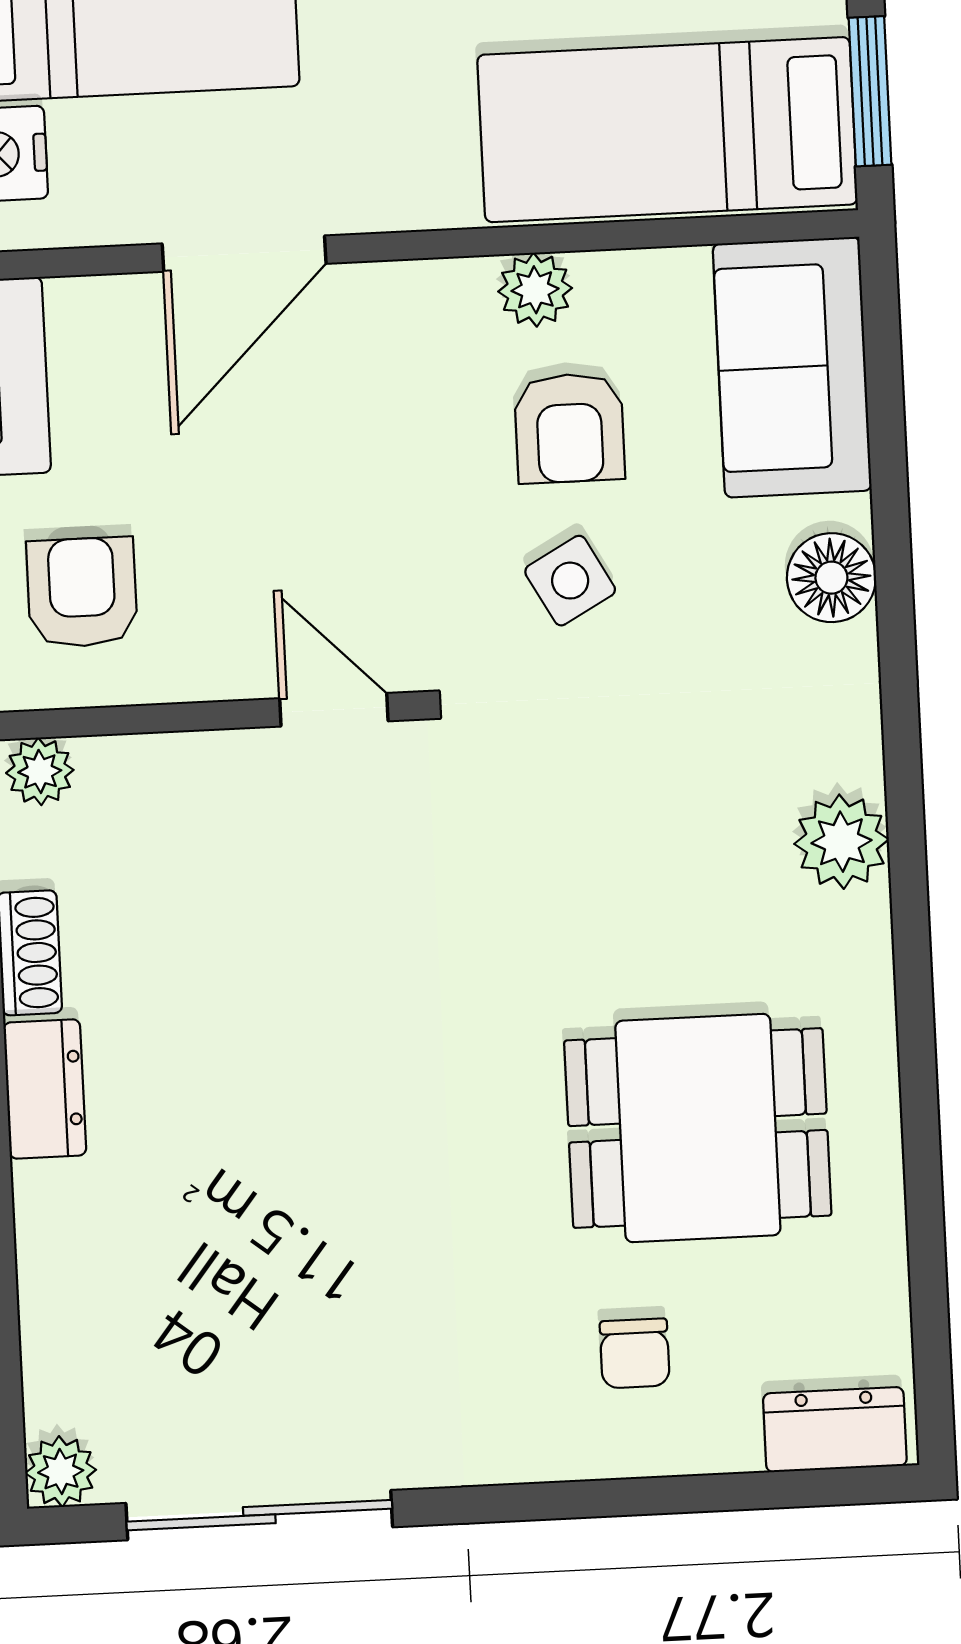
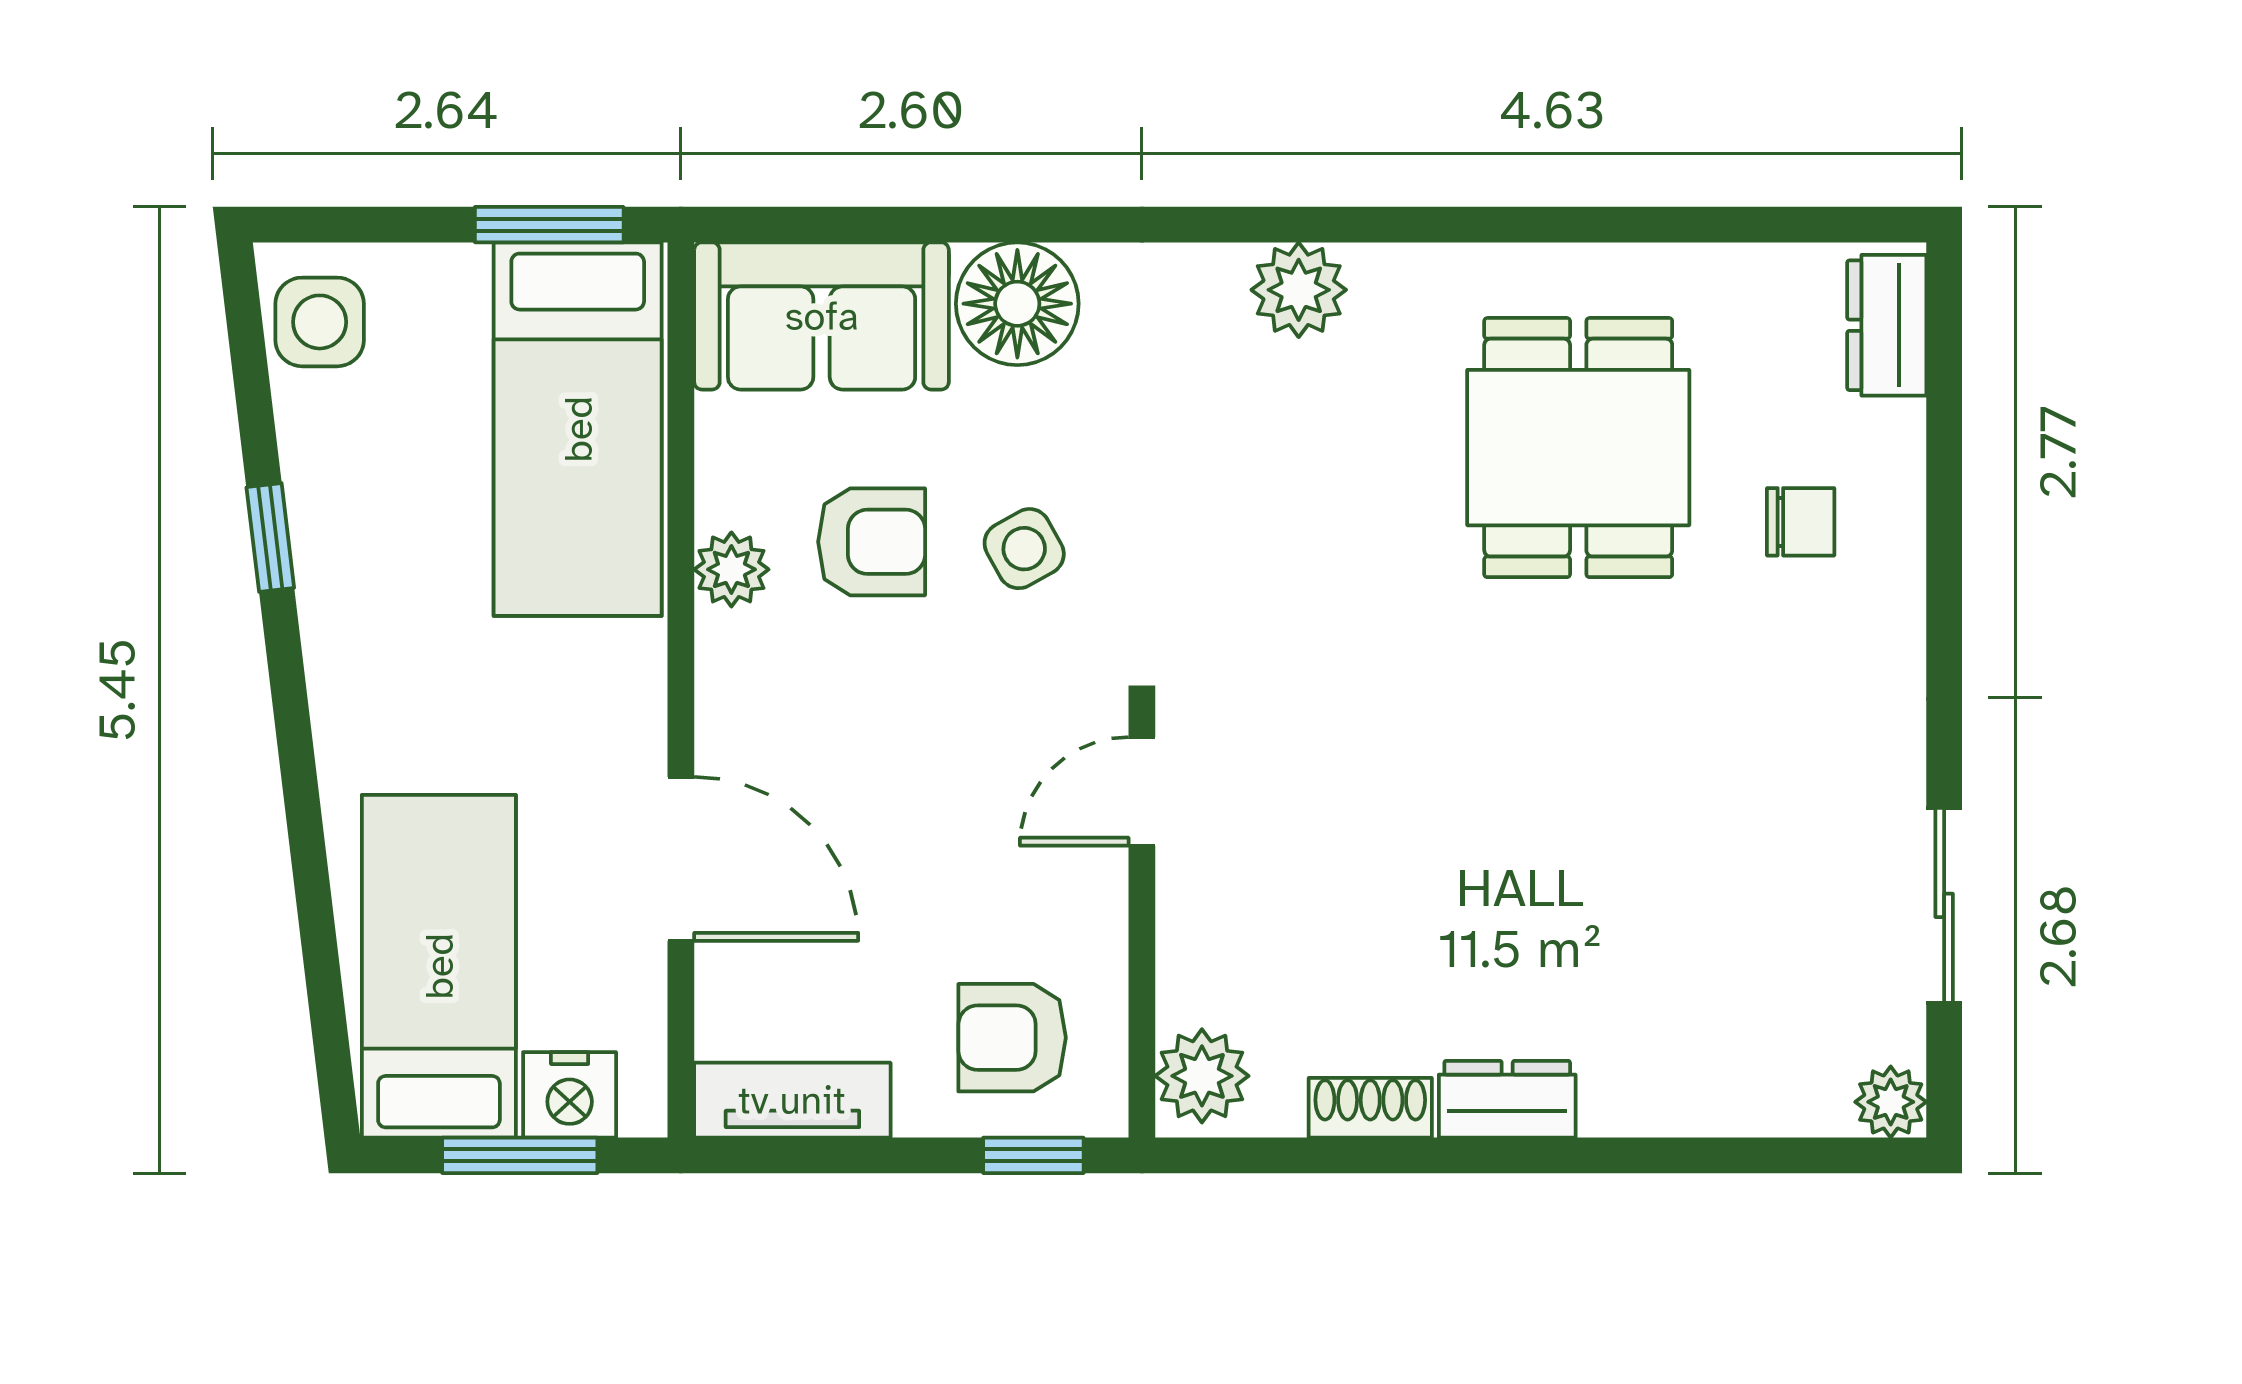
floor lamp: (831, 578) -> (1017, 304), width x1.38, depth x1.38
plant: (40, 771) -> (1202, 1076), width x1.38, depth x1.38
sliding door: (259, 1515) -> (1944, 905), width x0.73

